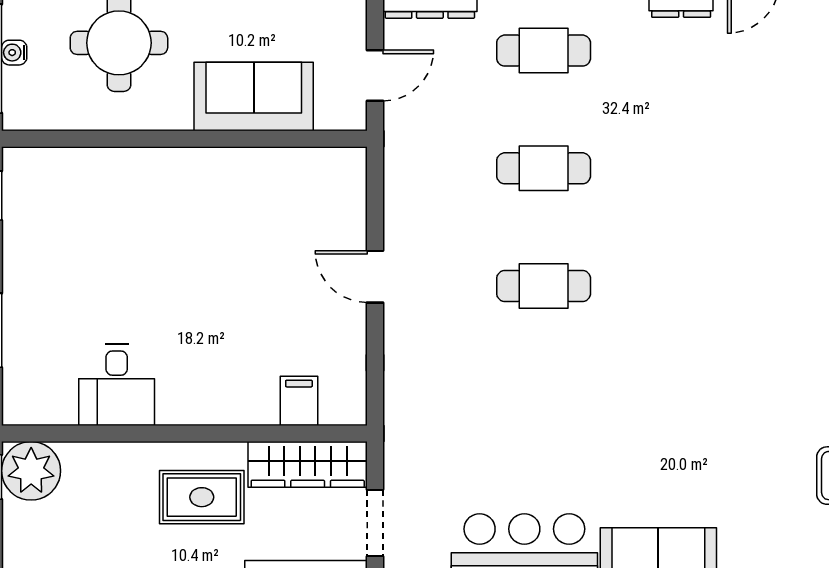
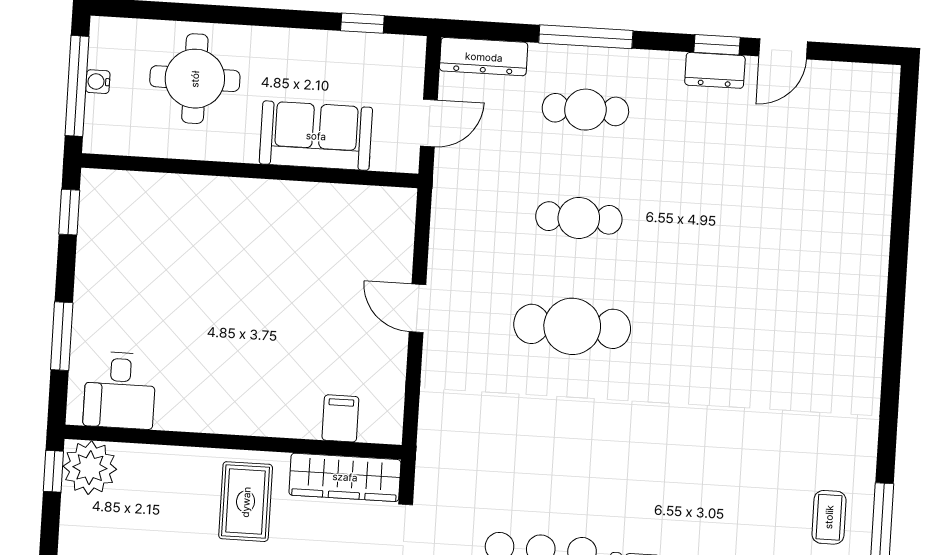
cafe table: (544, 286) -> (572, 326), width x1.37, depth x1.35
desk: (117, 385) -> (120, 390), moved
rug: (202, 497) -> (246, 502), turned 90

